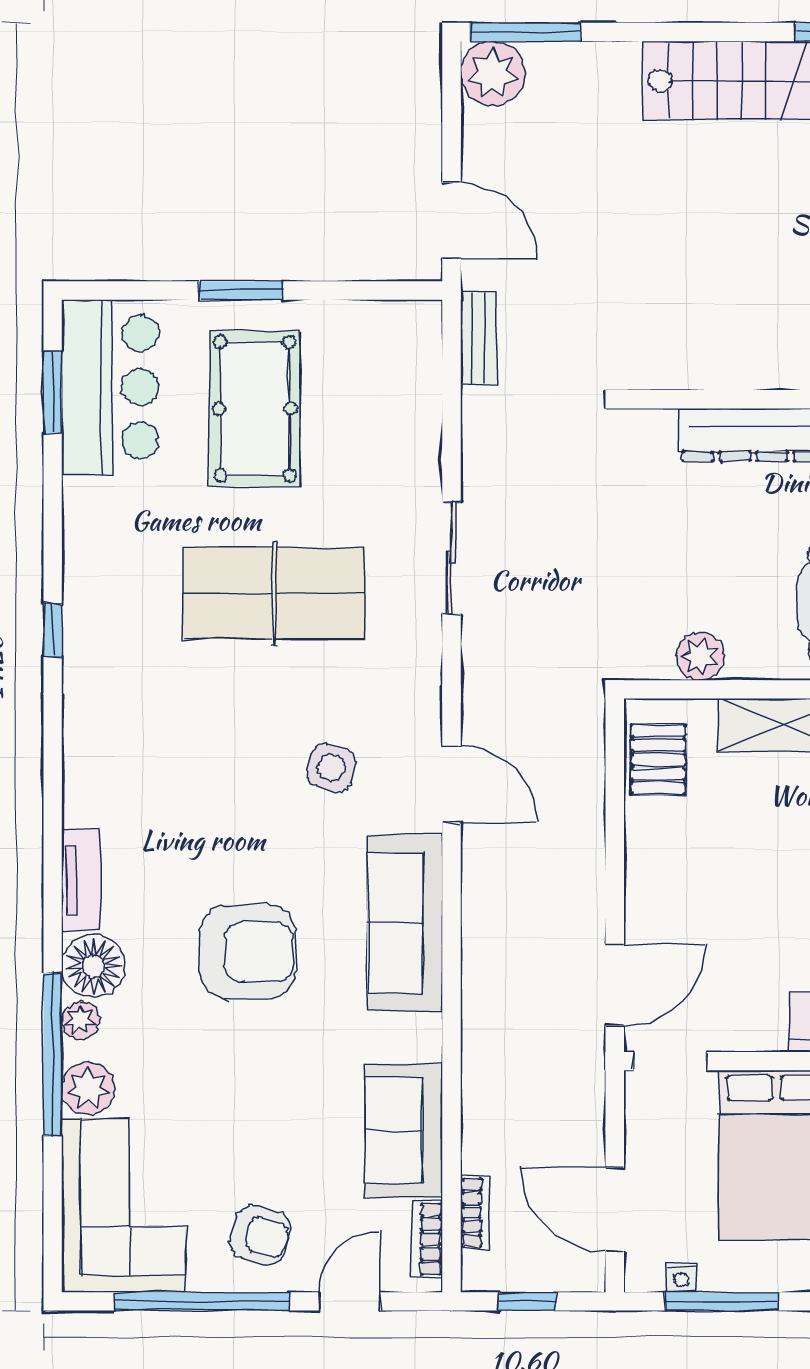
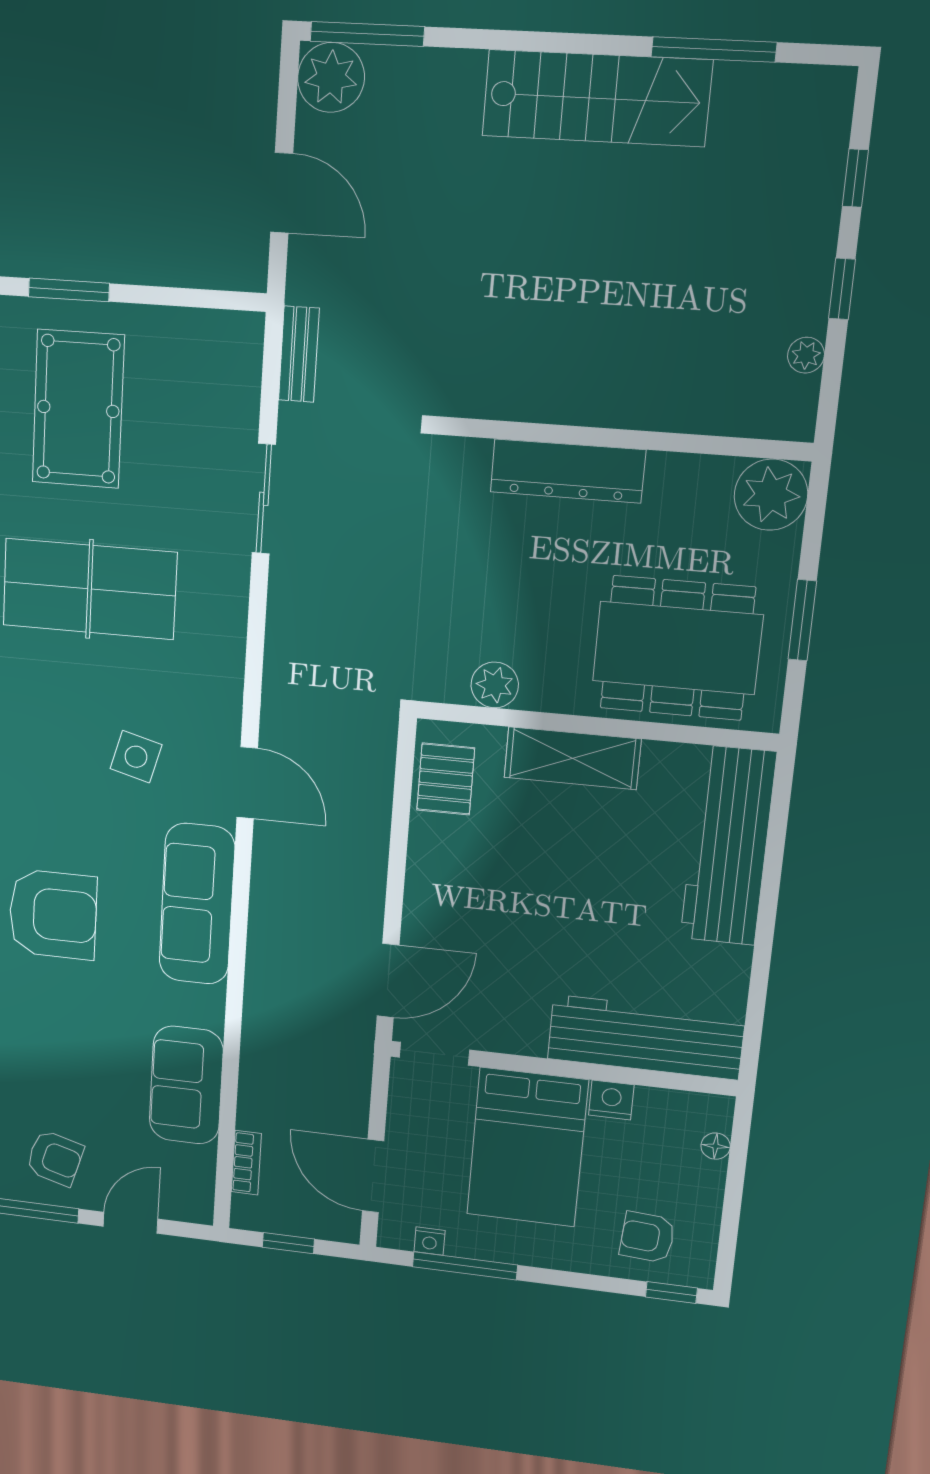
door: (452, 221) -> (282, 193), moved
sliding door: (452, 558) -> (264, 499), moved
bookcase: (427, 1239) -> (202, 1180), removed

